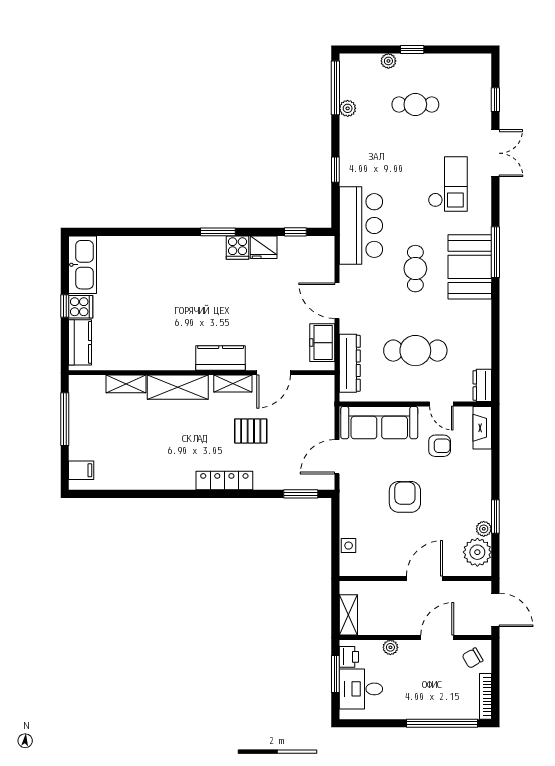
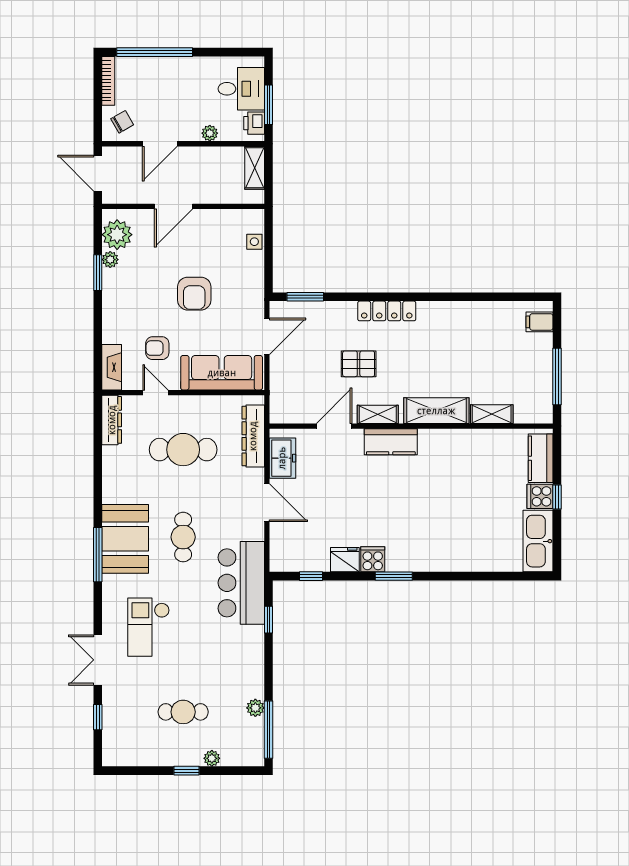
window: (335, 170) -> (268, 620), moved
dresser: (482, 385) -> (112, 420), width x1.44

